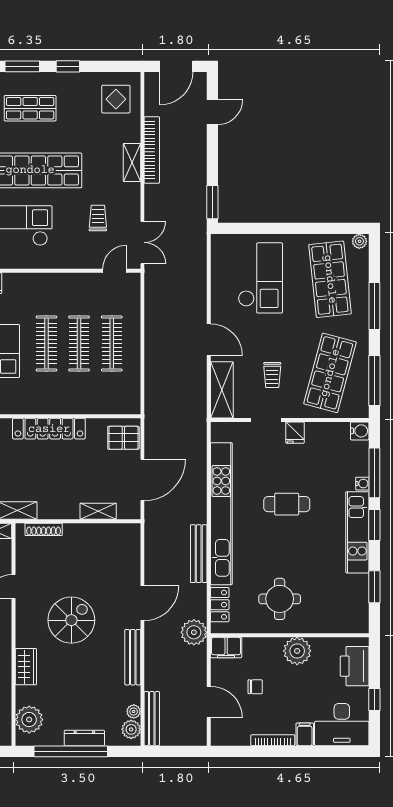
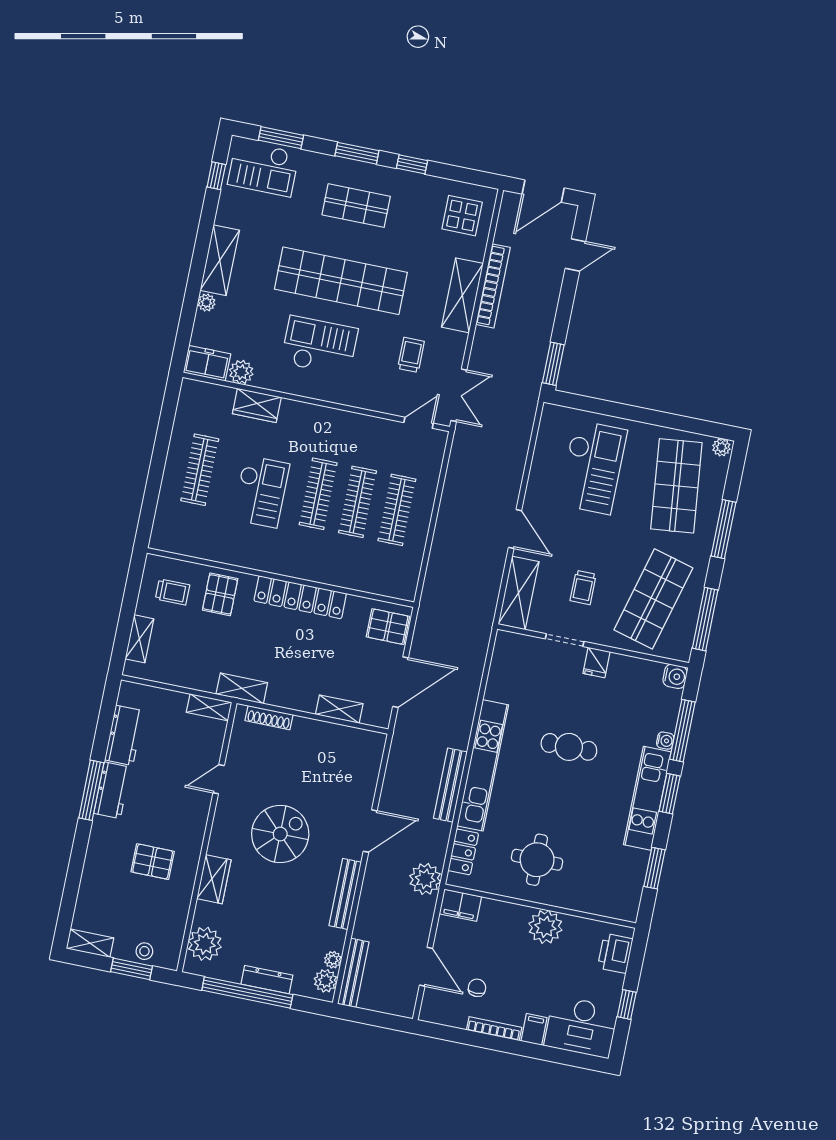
shelving: (132, 162) -> (462, 295), width x1.50, depth x1.33
kitchen unit: (221, 514) -> (483, 765), width x0.73
printer: (355, 666) -> (615, 953), width x0.73, depth x0.84
chair: (255, 687) -> (477, 988), moved, turned -90

